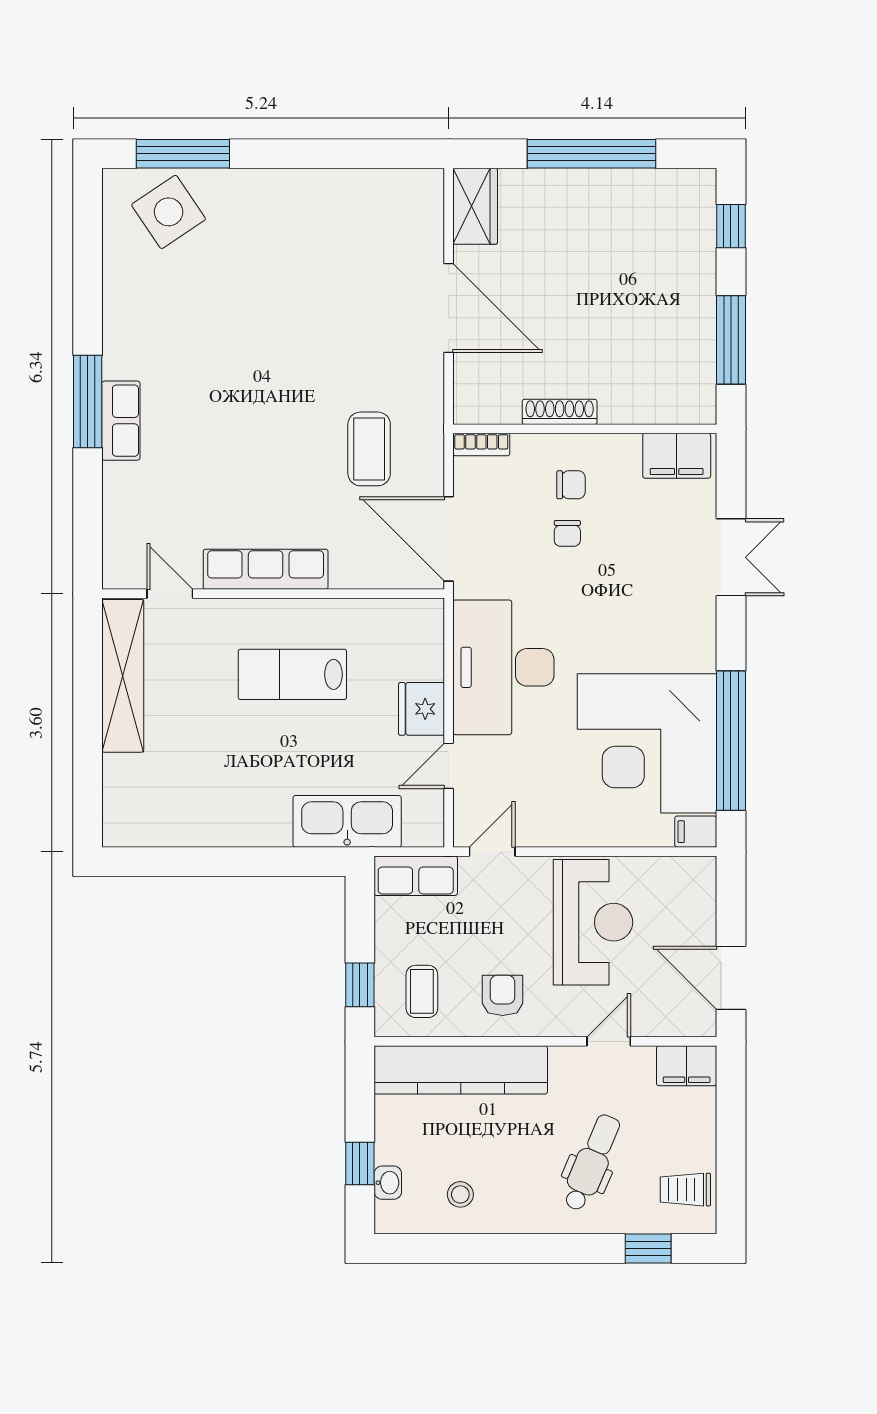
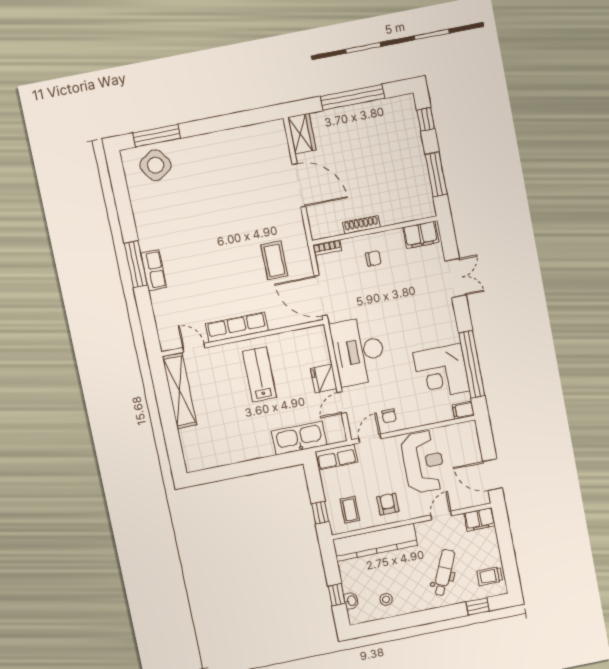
chair: (567, 533) -> (389, 416), moved
lab bench: (292, 674) -> (260, 374), turned 90
corner desk: (647, 743) -> (441, 372), width x0.74, depth x0.74

